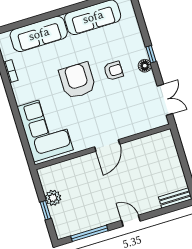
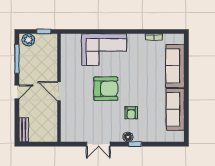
armchair: (77, 80) -> (106, 89), moved
door: (107, 145) -> (59, 91), moved
wall: (103, 147) -> (59, 88), moved
plant: (53, 198) -> (28, 40), moved

